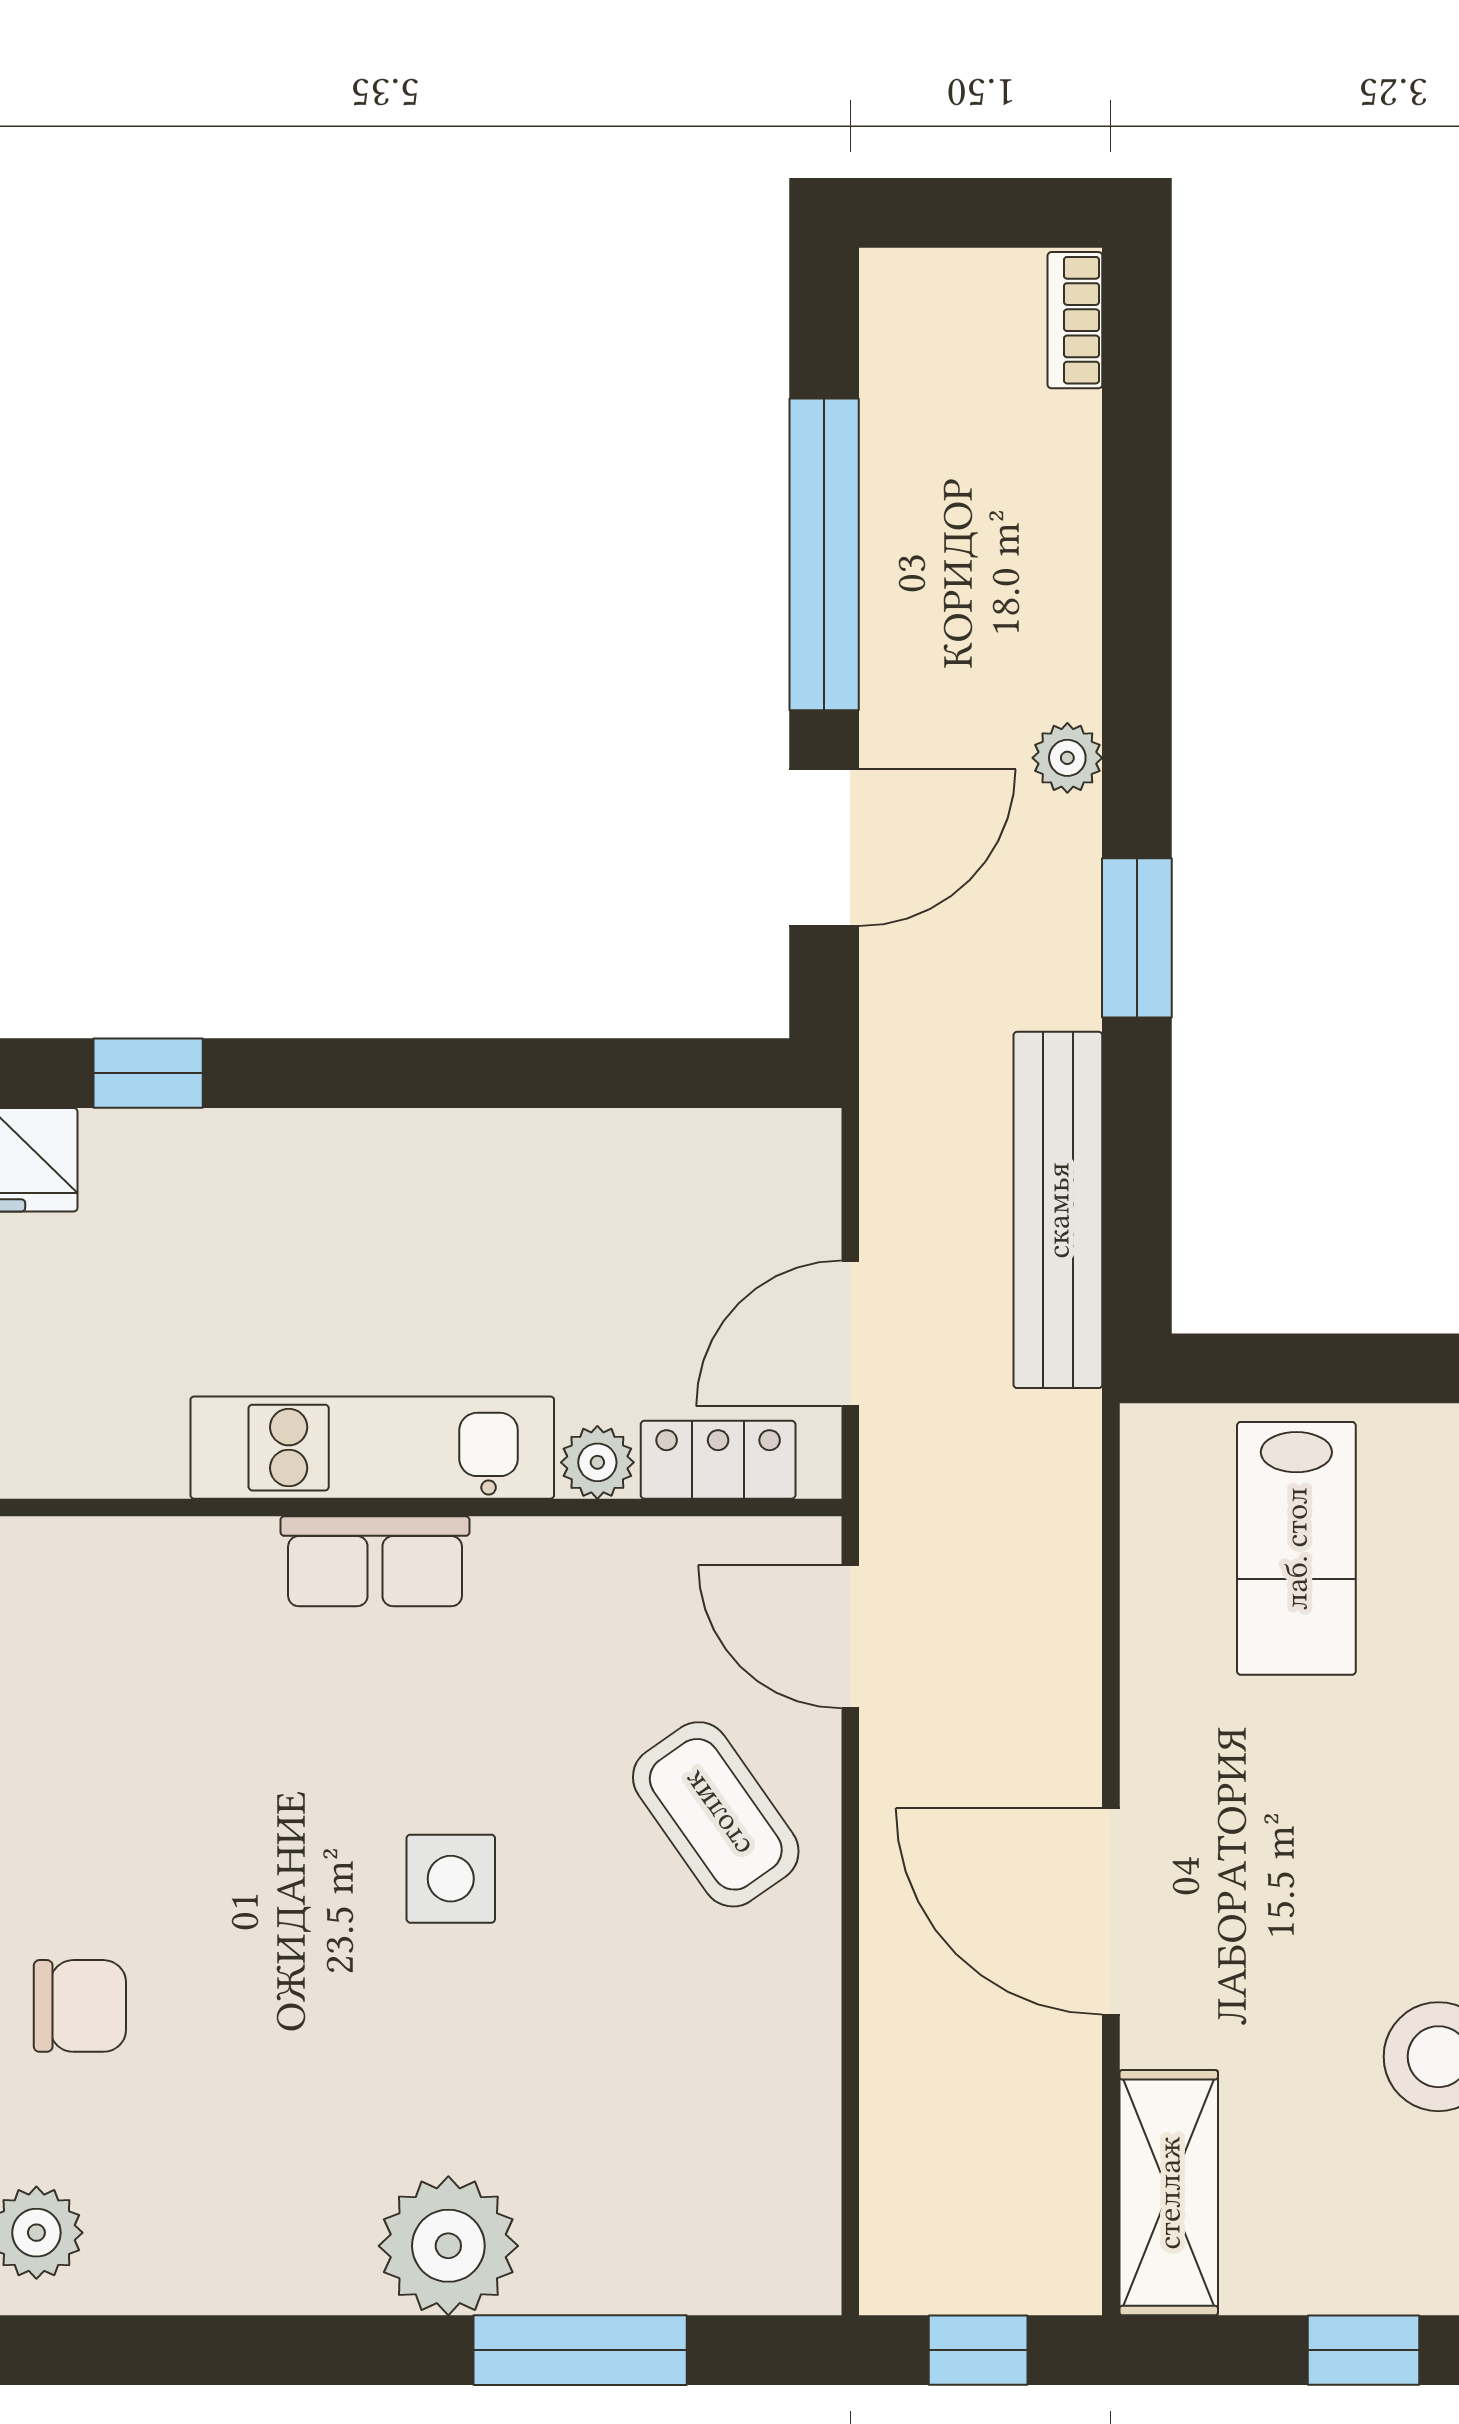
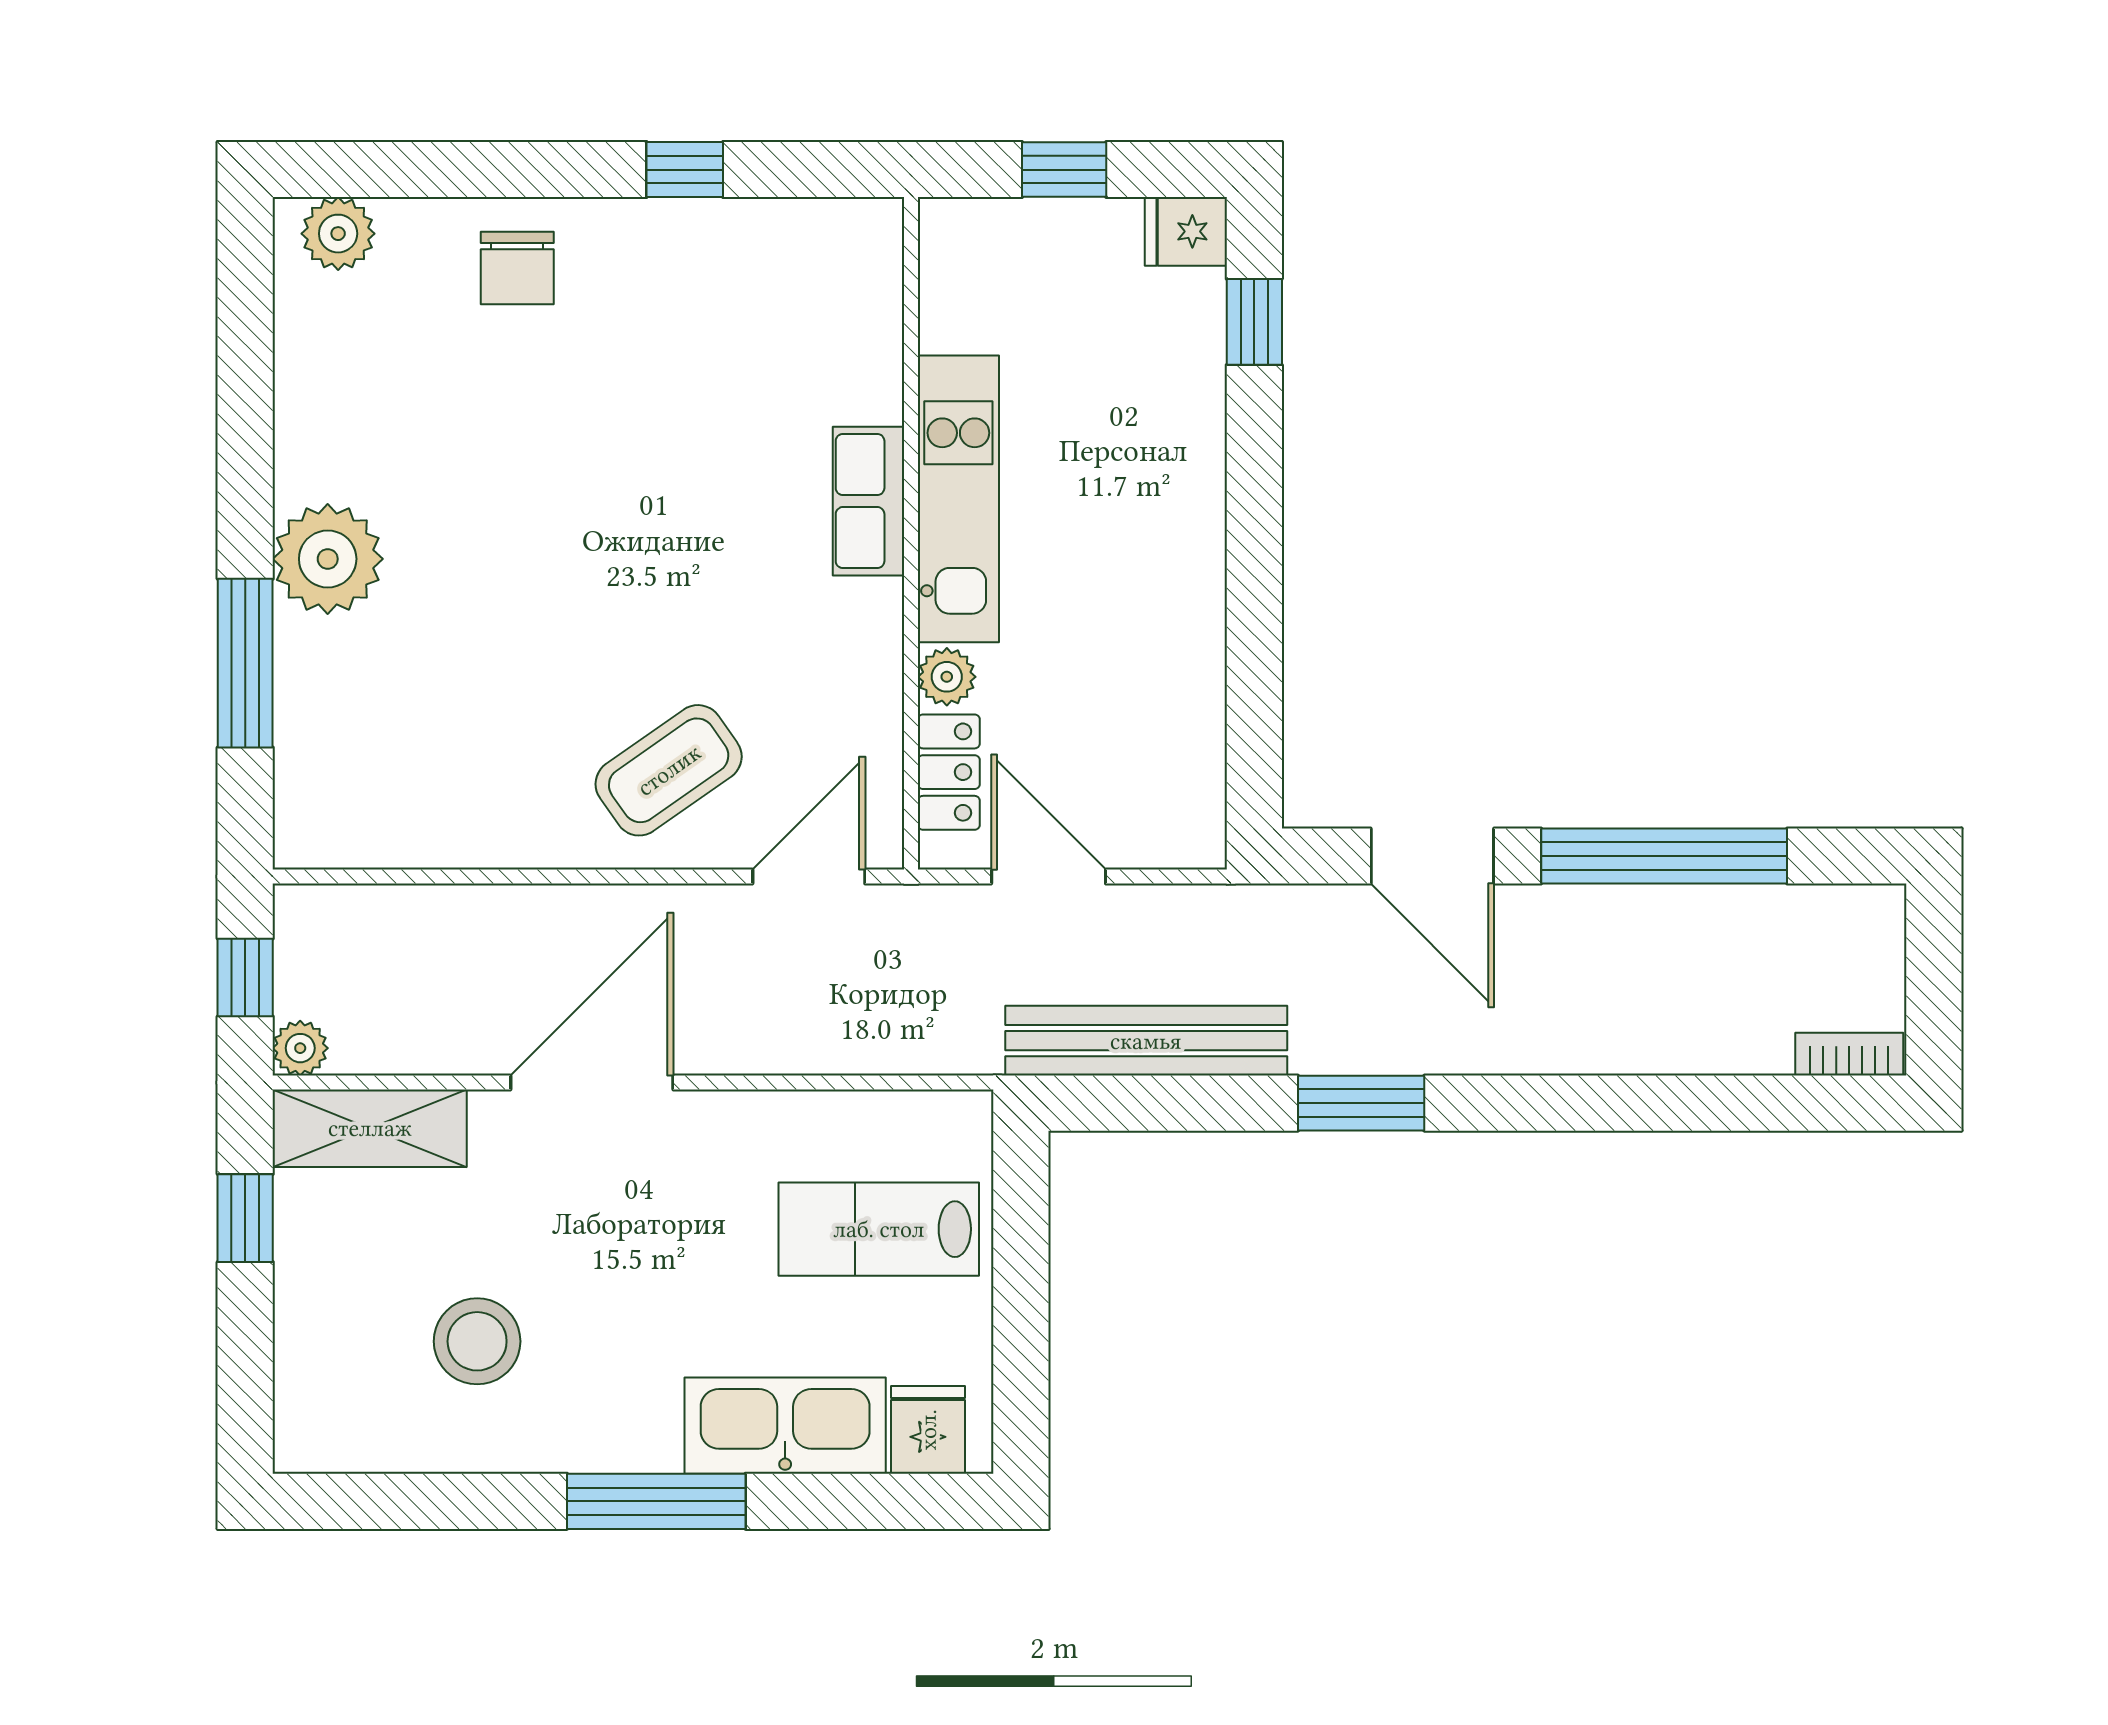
plant: (1067, 758) -> (300, 1048), moved
side table: (451, 1879) -> (618, 561), removed
window: (1363, 2350) -> (245, 1218), moved

